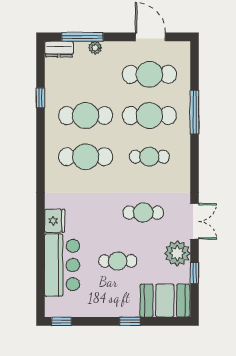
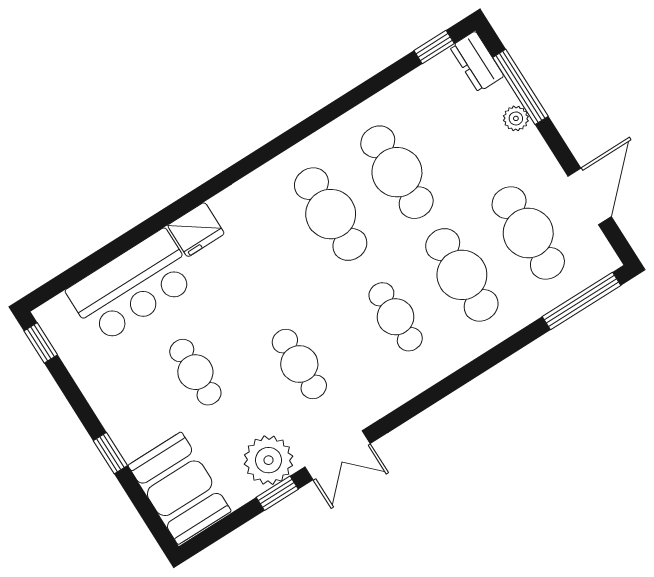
window: (41, 98) -> (434, 47), moved
window: (194, 112) -> (582, 301), moved
window: (194, 273) -> (277, 493), moved

